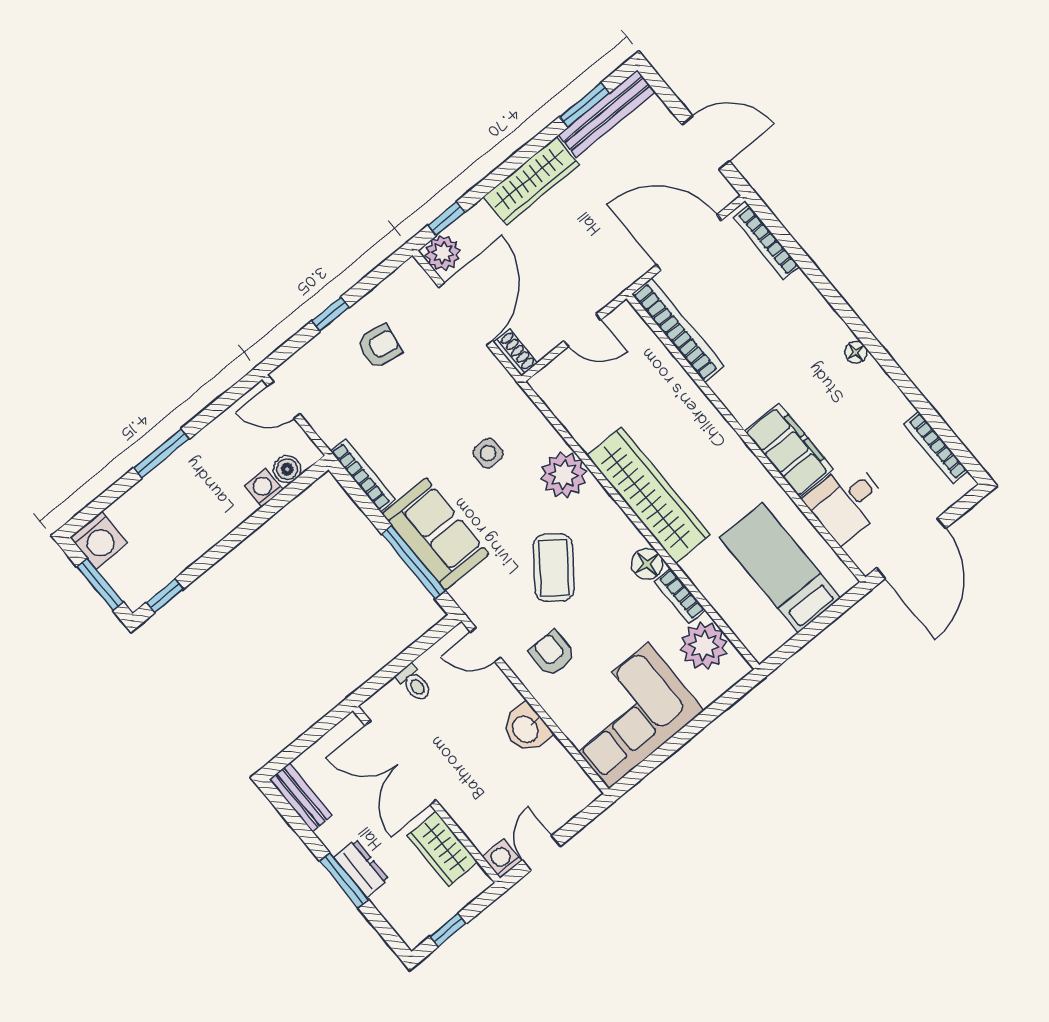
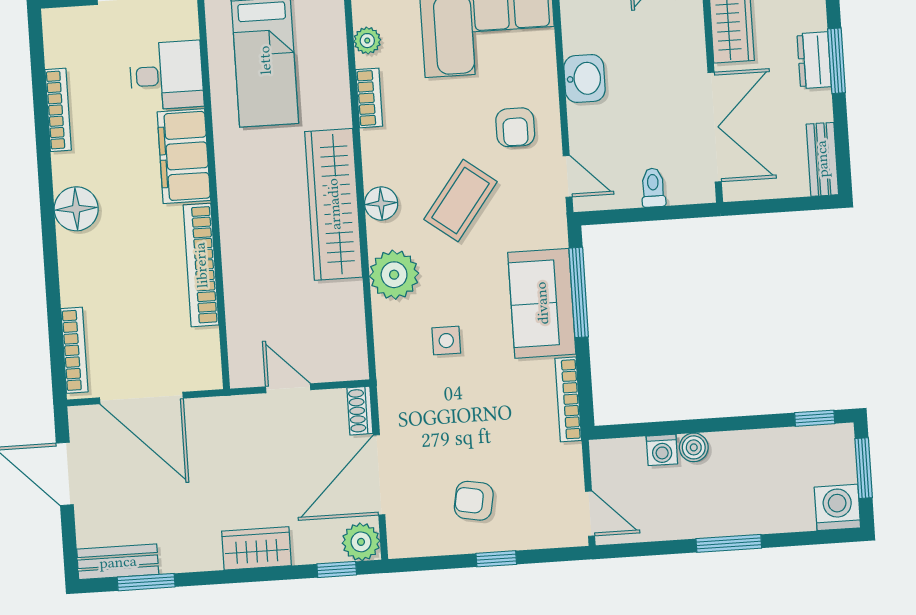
bench: (607, 113) -> (118, 562), width x0.73
wardrobe: (531, 181) -> (257, 548), width x0.67
bookcase: (678, 330) -> (201, 265), moved
floor lamp: (856, 352) -> (76, 209), width x1.89, depth x1.89
bookcase: (936, 448) -> (58, 110), moved
boiler: (287, 469) -> (694, 447), moved
floor lamp: (647, 564) -> (381, 203), moved
plant: (704, 646) -> (367, 41), width x0.53, depth x0.53

